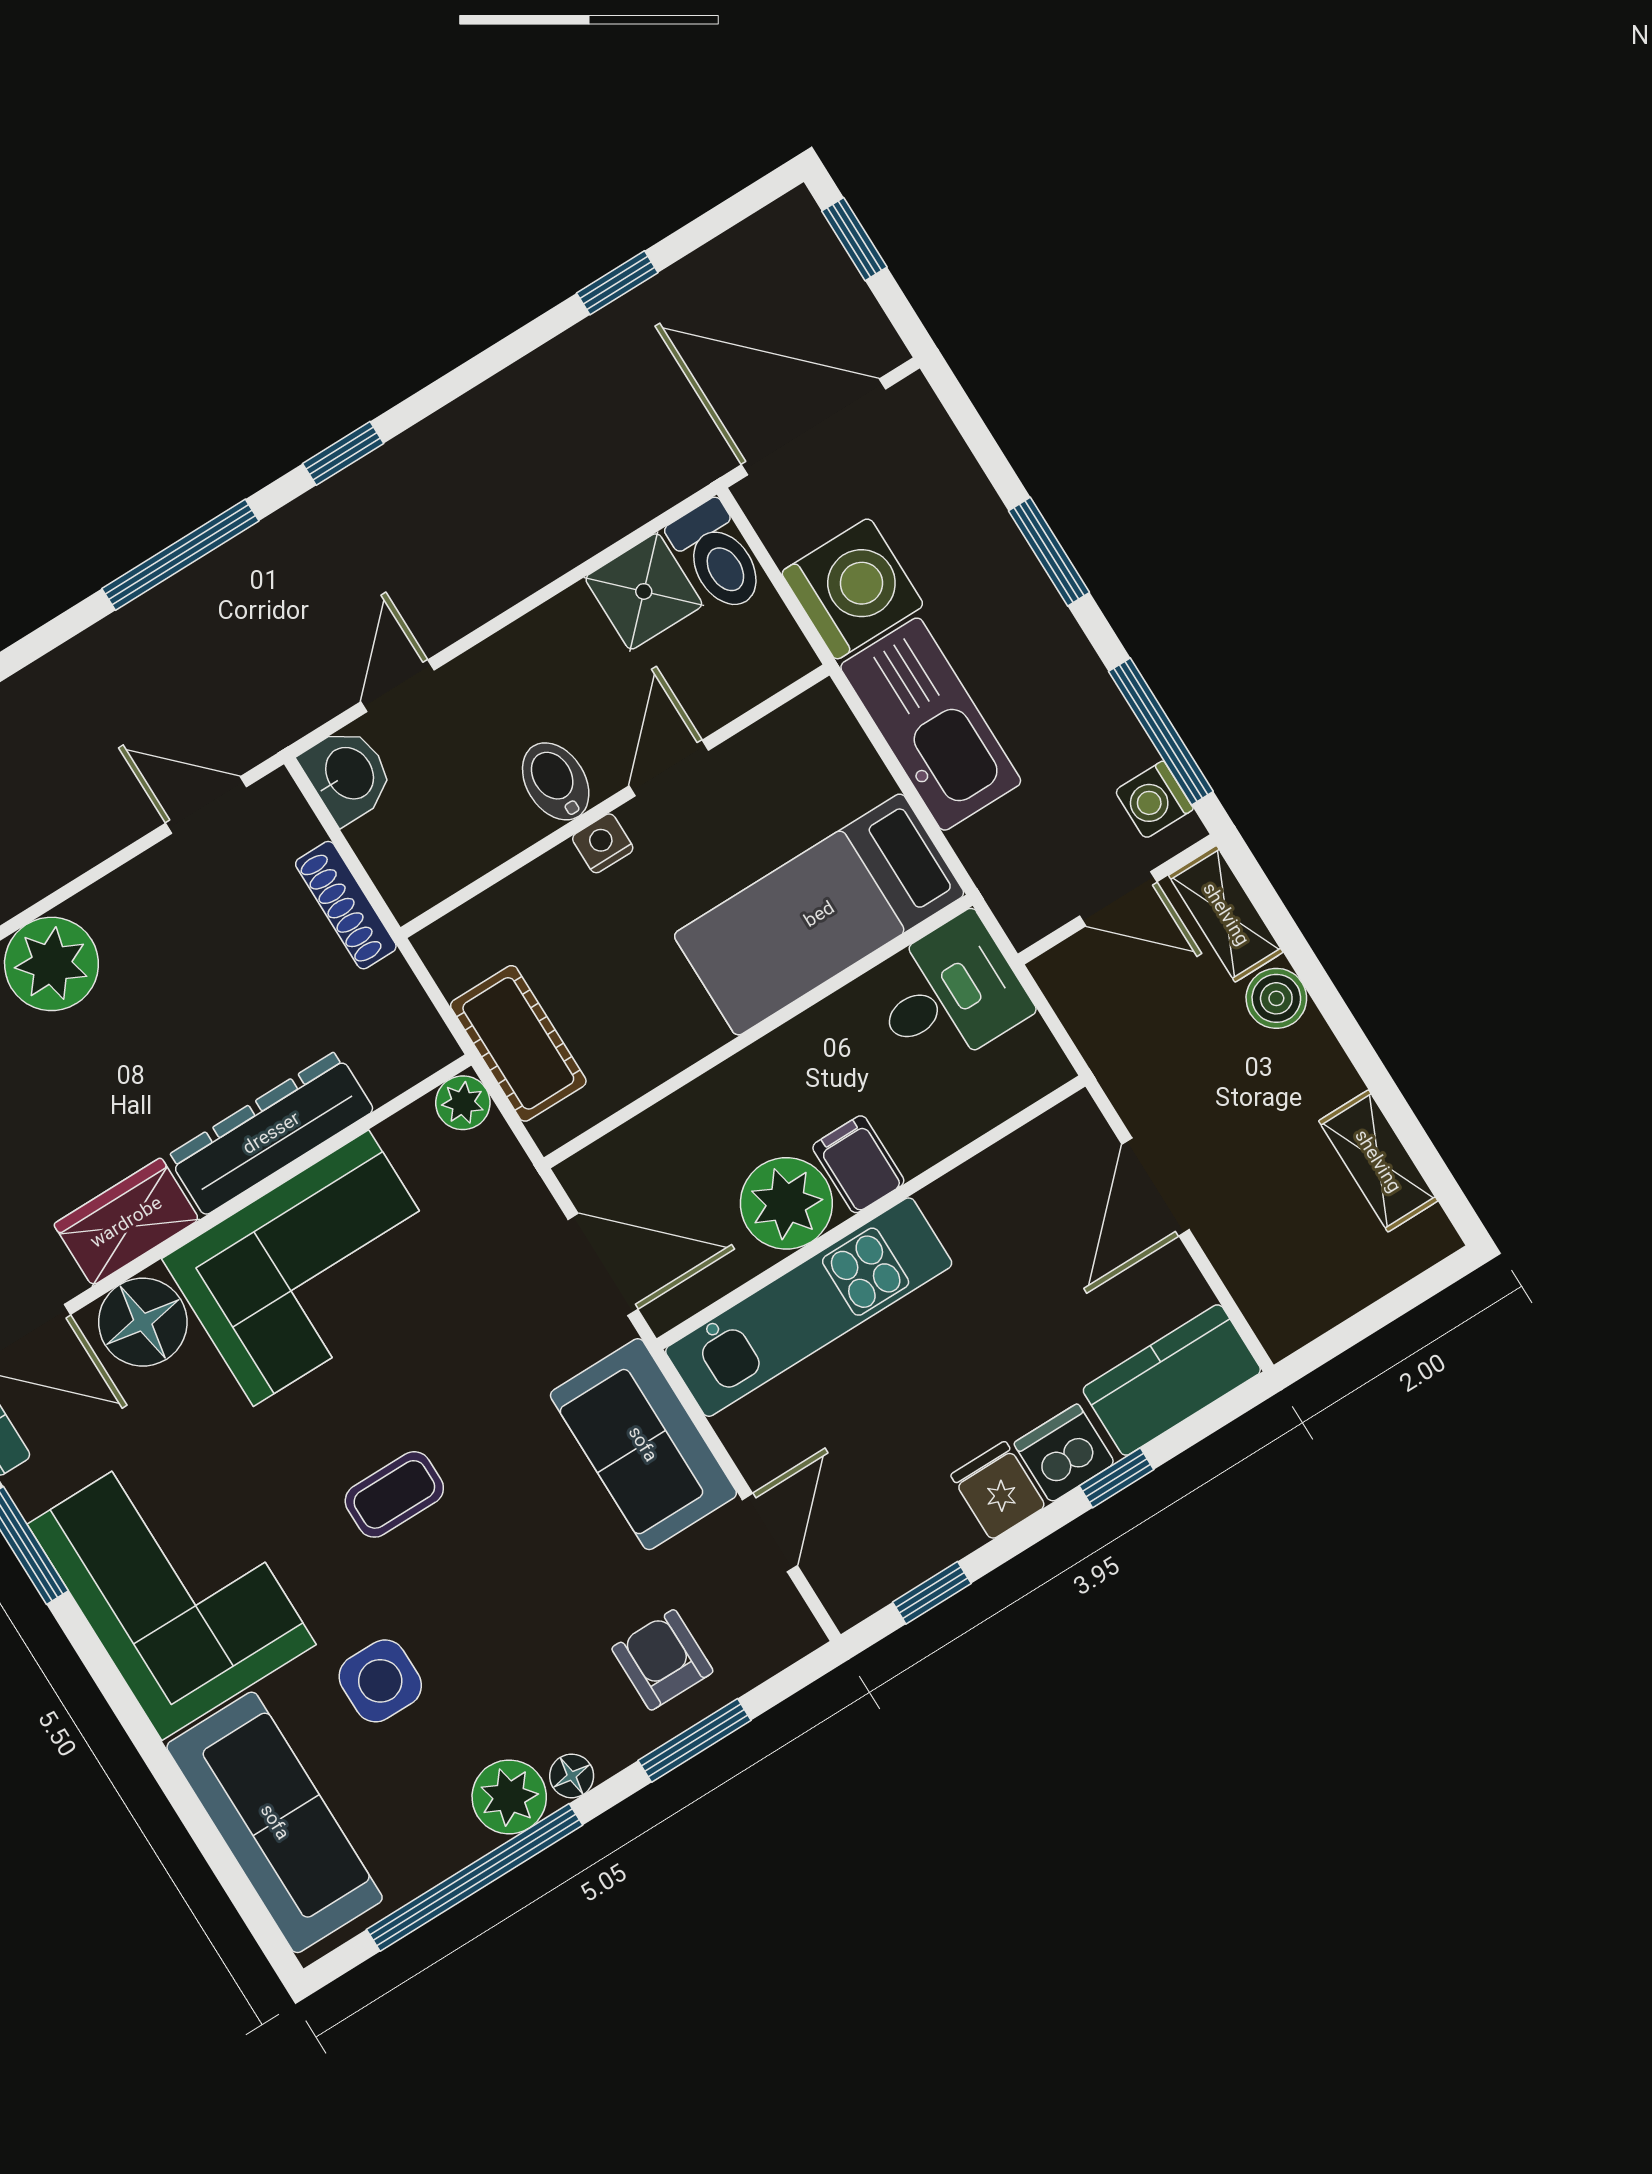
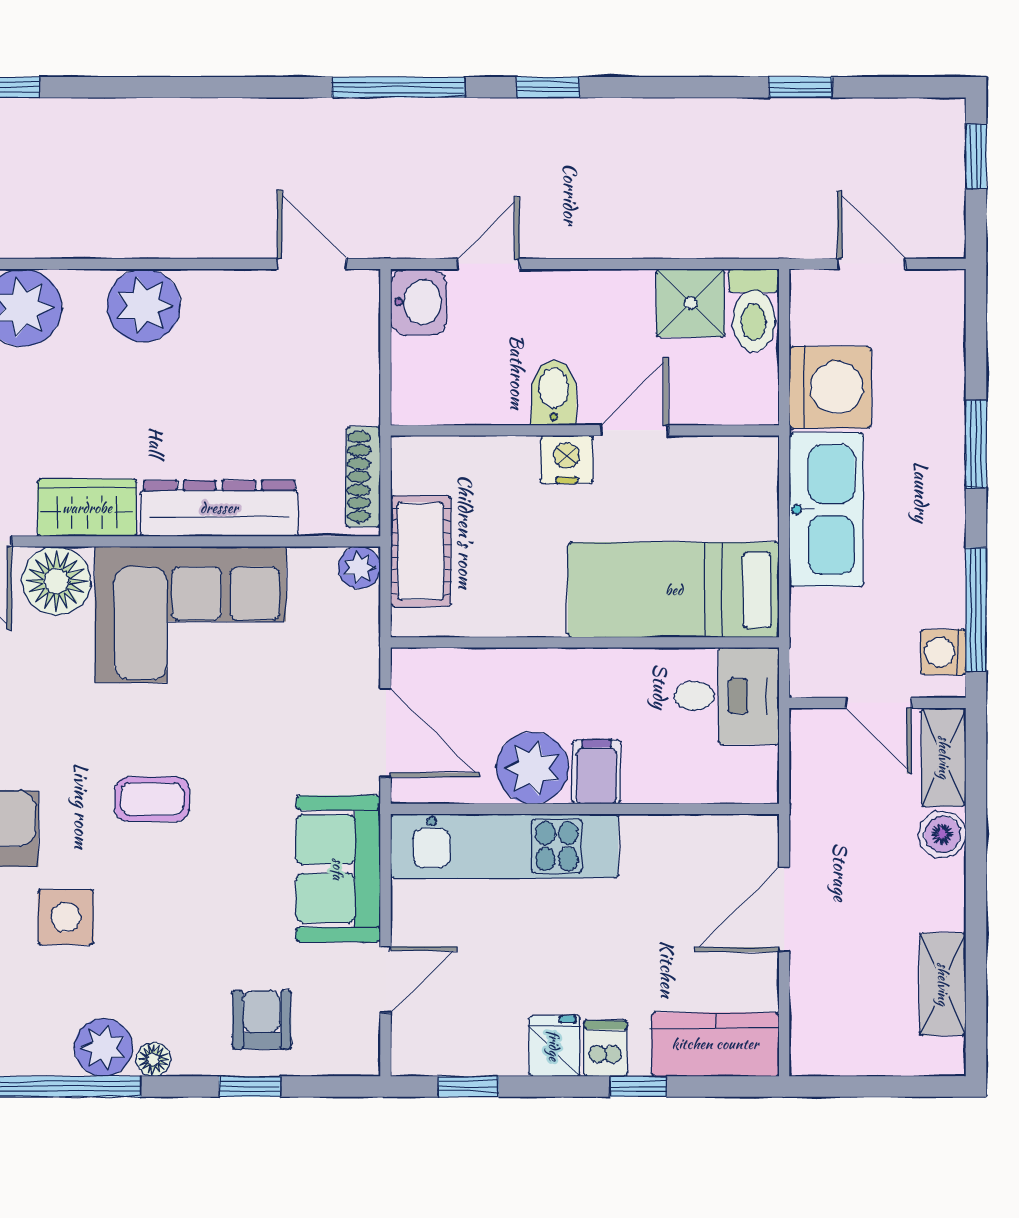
door: (813, 427) -> (871, 264), width x0.53
nightstand: (603, 843) -> (567, 460), width x1.39, depth x1.35
shoe rack: (346, 905) -> (363, 477), moved
dishwasher: (1064, 1453) -> (606, 1048), width x0.73
window: (695, 1740) -> (250, 1086), width x0.67

